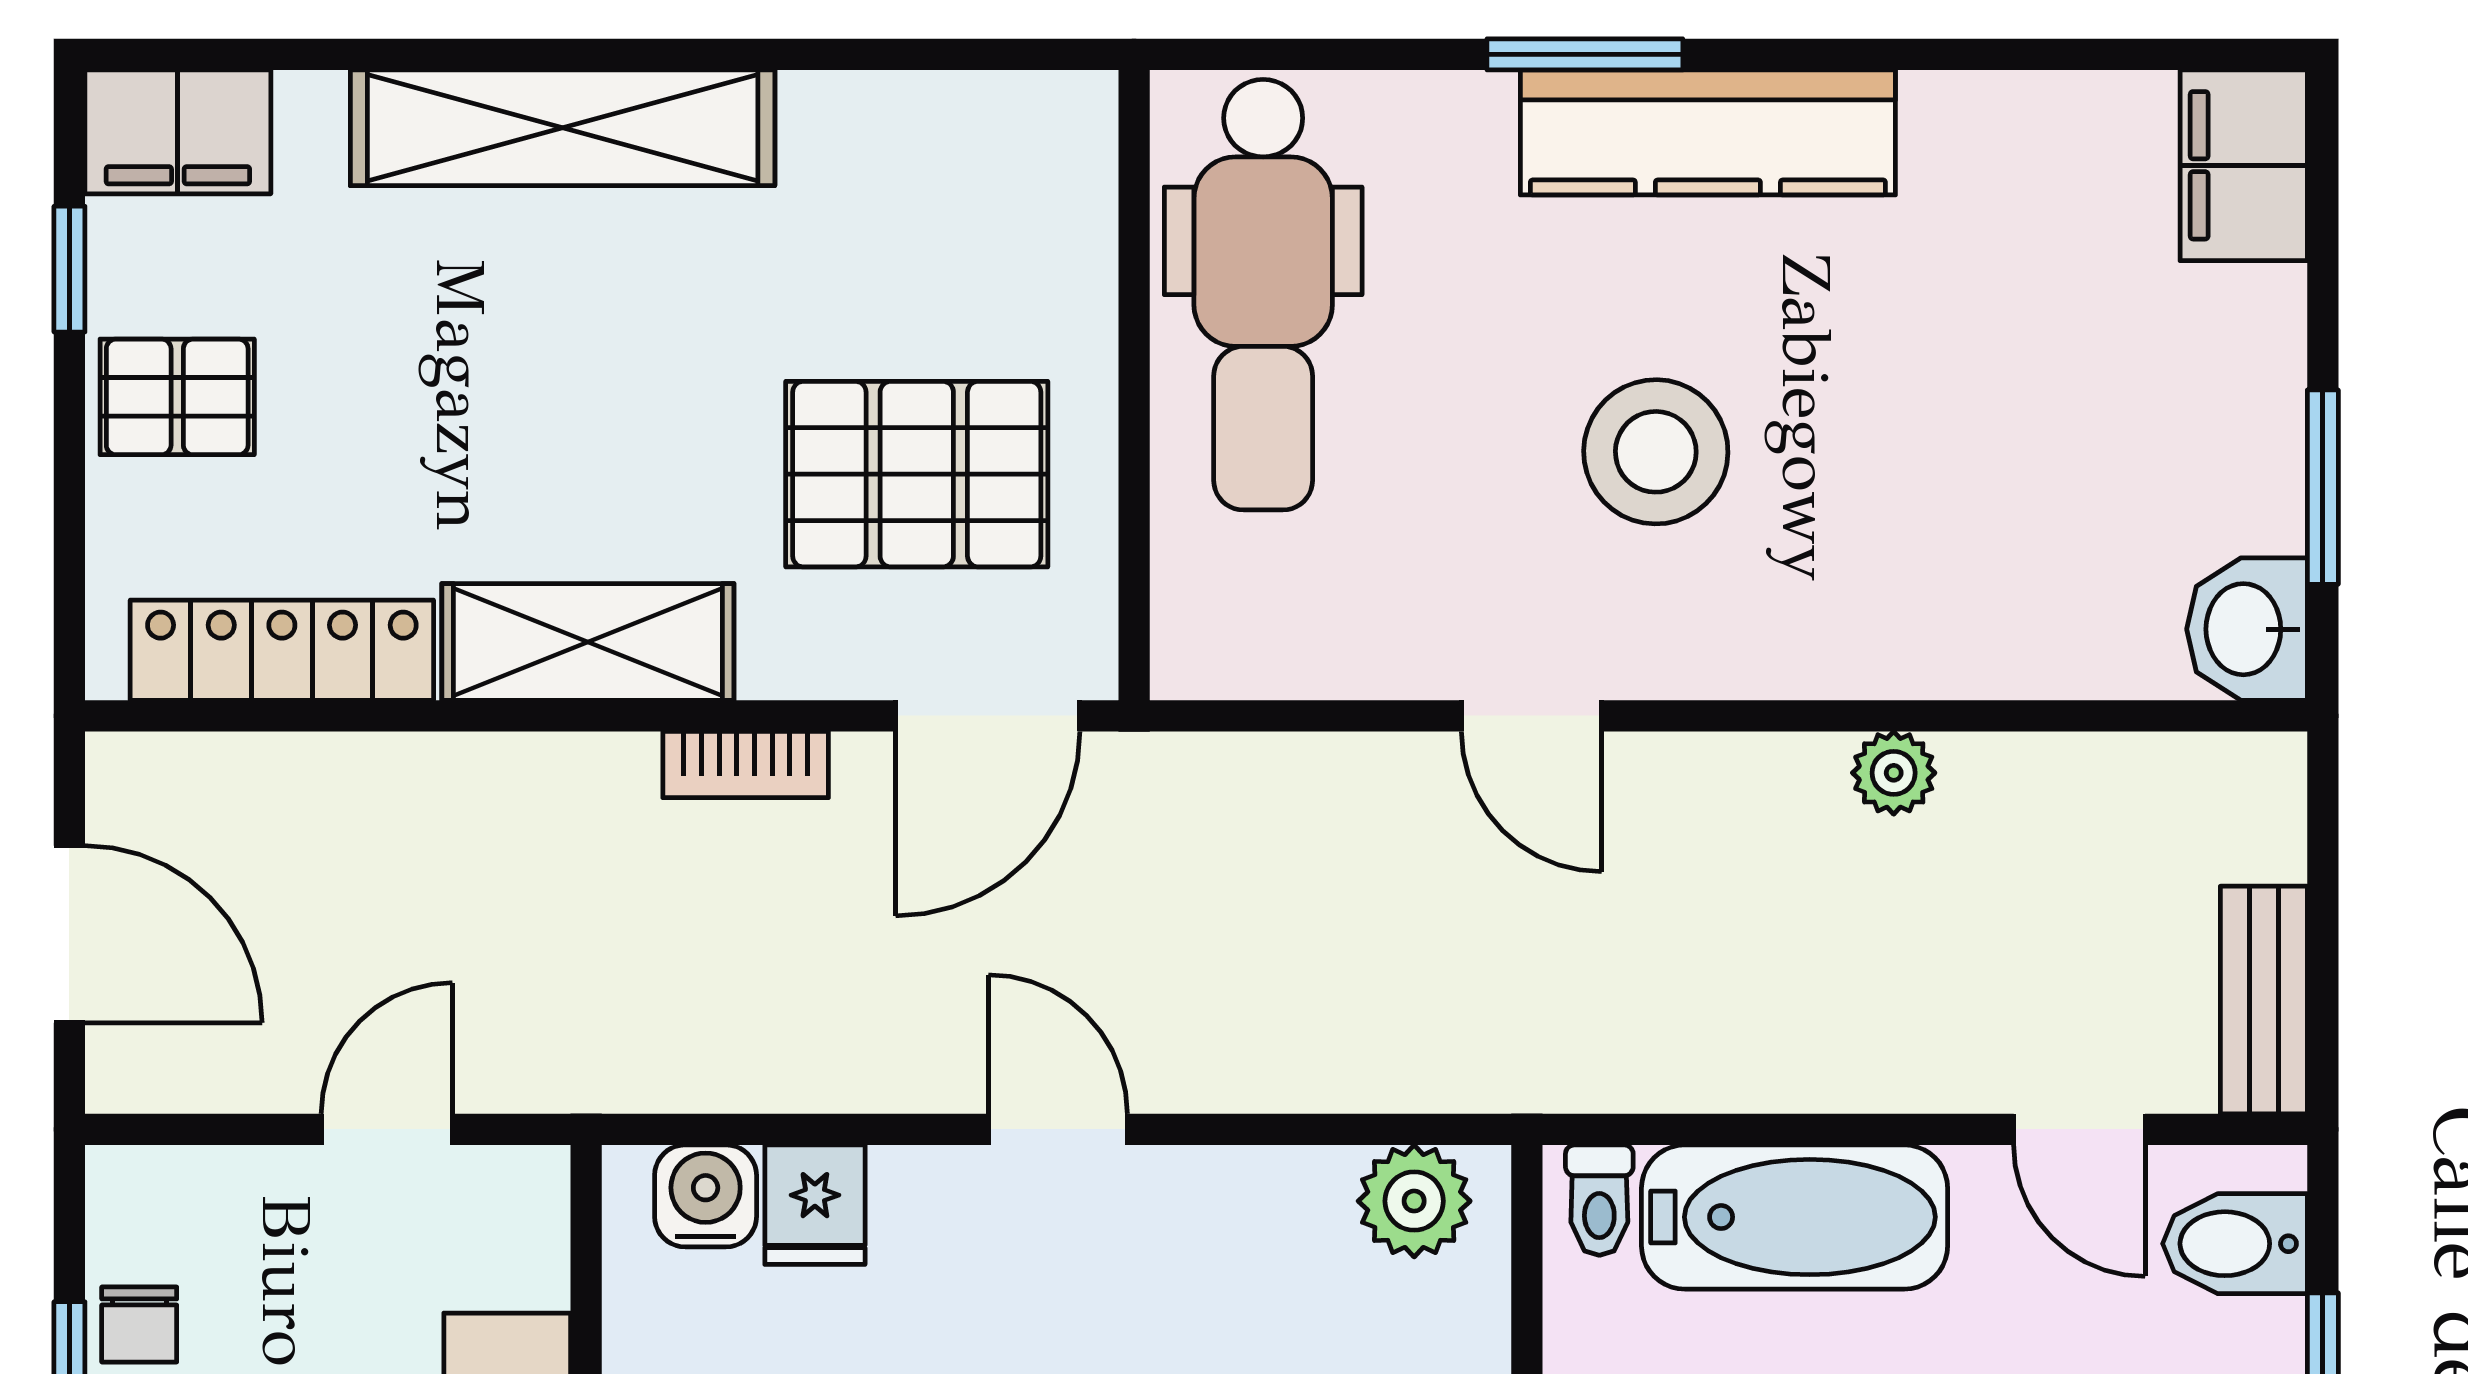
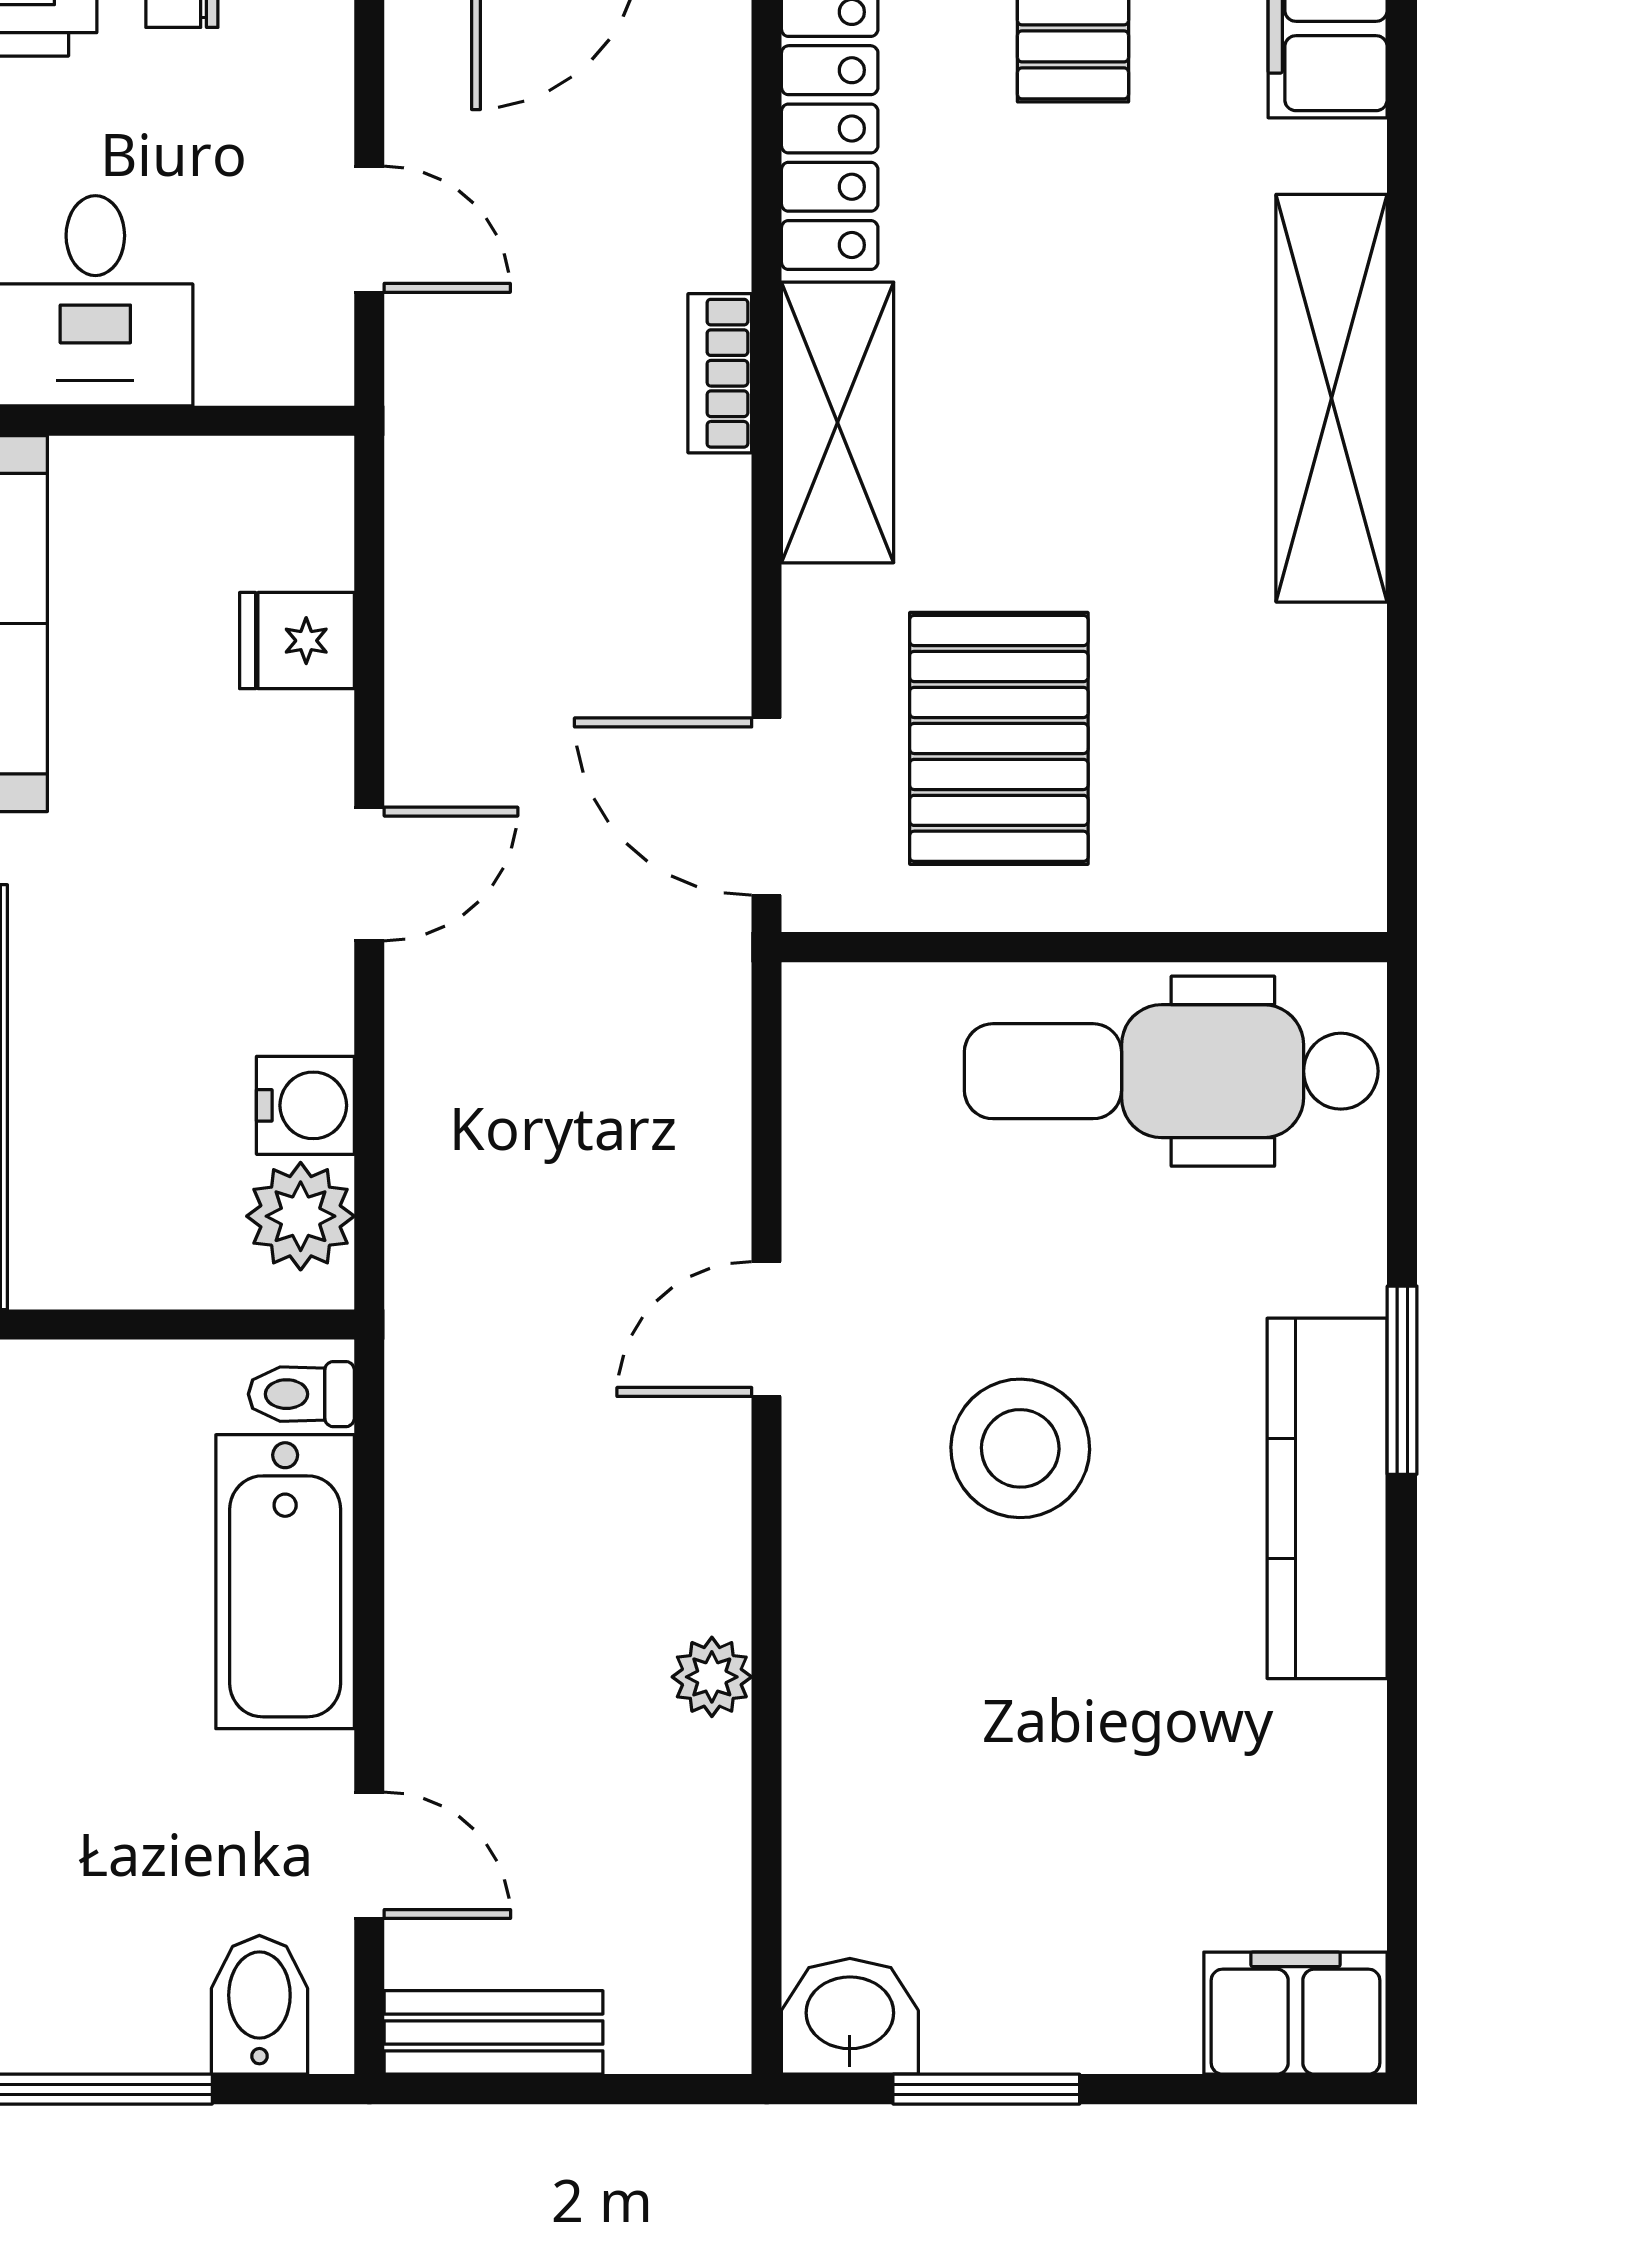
bookcase: (746, 765) -> (720, 373), moved
door: (2079, 1129) -> (369, 1855), swing flipped
water cooler: (706, 1196) -> (305, 1105), moved

